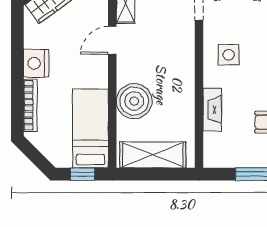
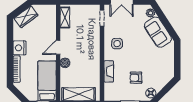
door: (112, 40) -> (58, 47), moved
boiler: (134, 101) -> (65, 63), width x0.54, depth x0.54

